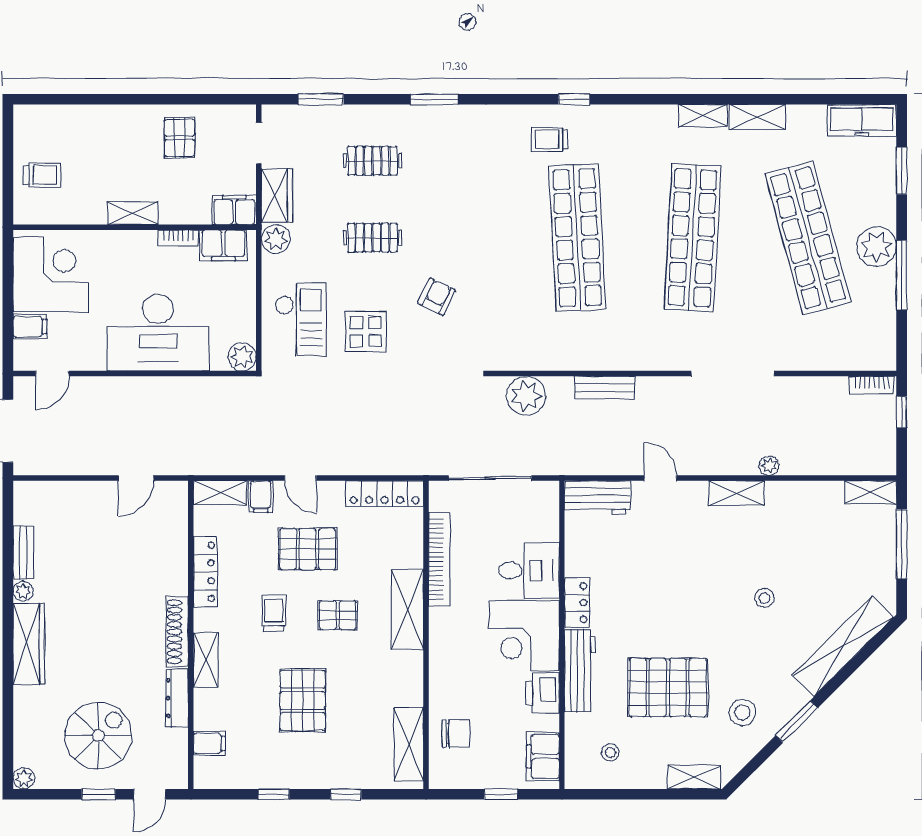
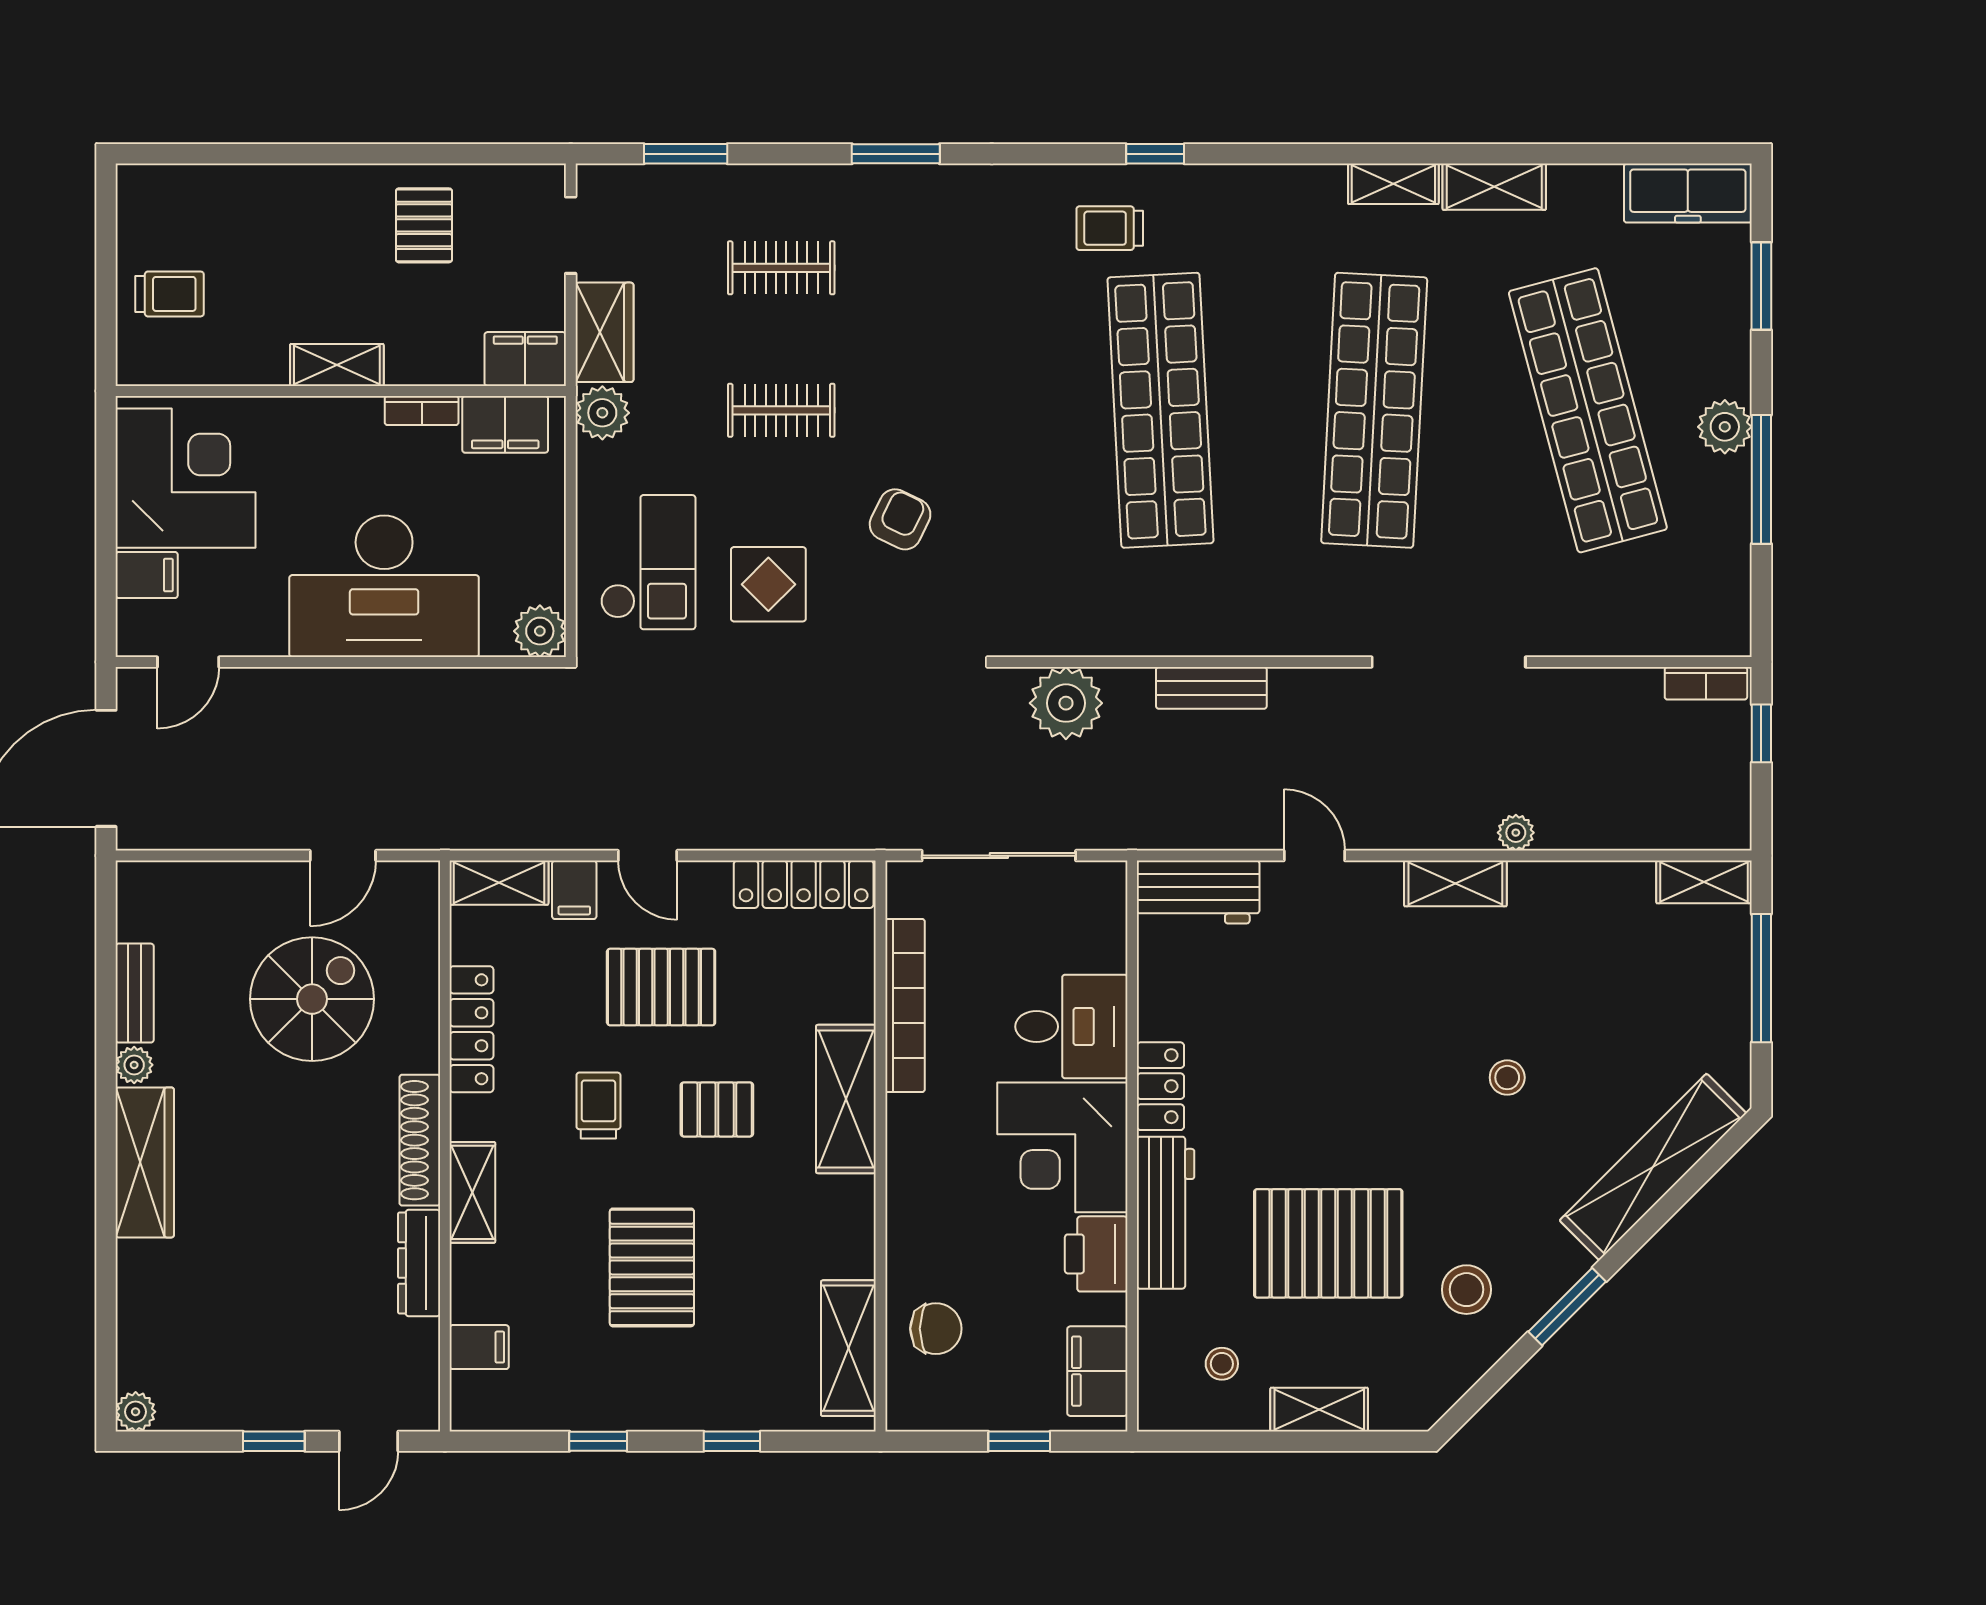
plant: (877, 247) -> (1725, 427), width x0.73, depth x0.73
spiral stairs: (98, 736) -> (312, 999), moved
shelving: (694, 777) -> (1319, 1410), moved

